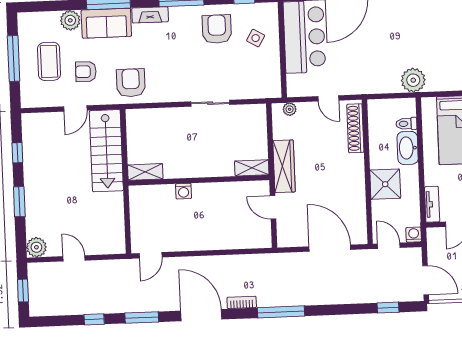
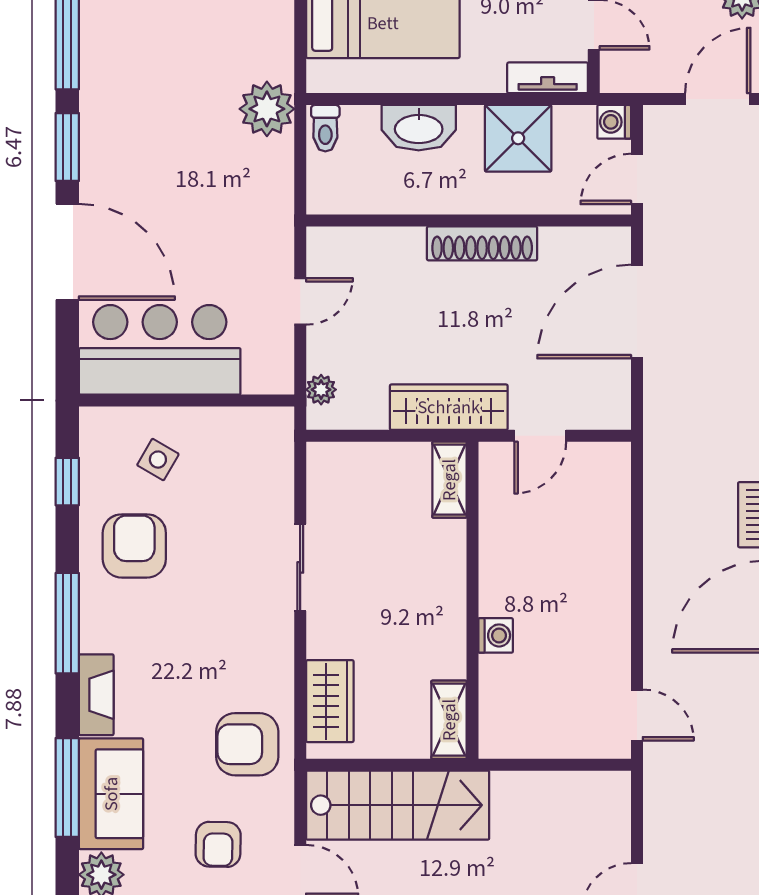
armchair: (217, 29) -> (134, 546), turned 90
wardrobe: (151, 119) -> (330, 701), added
toilet: (406, 124) -> (325, 128), moved
shoe rack: (355, 128) -> (482, 243), moved
shower: (385, 184) -> (518, 138), moved

